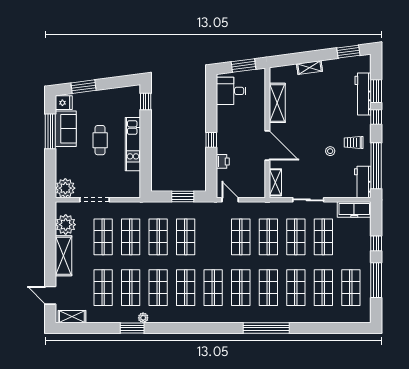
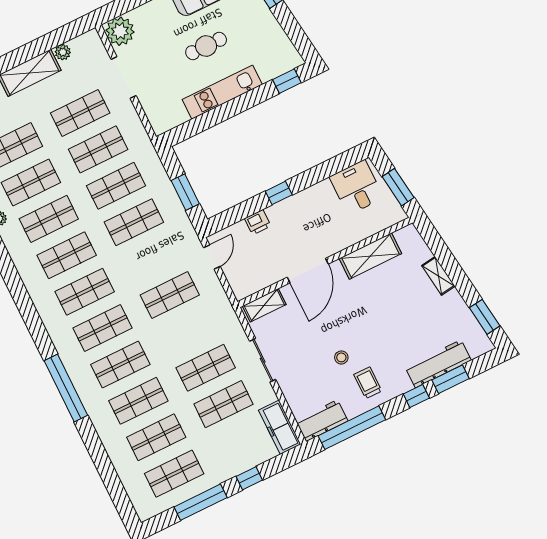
plant: (66, 225) -> (63, 52), width x0.53, depth x0.53
shop shelf: (268, 237) -> (188, 331), removed

